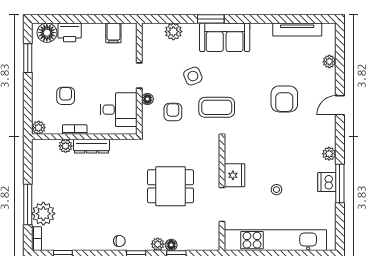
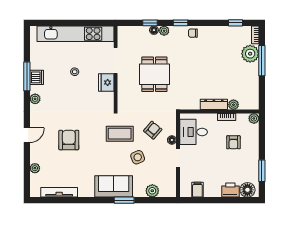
armchair: (173, 112) -> (153, 130), turned -140
dining table: (171, 186) -> (154, 74), turned 90

